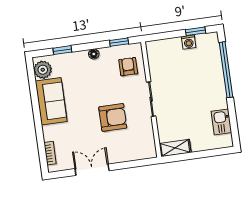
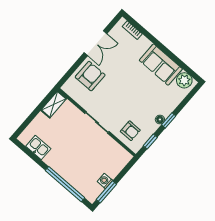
window: (196, 31) -> (106, 192), width x1.50
window: (62, 50) -> (169, 120), moved
armchair: (113, 117) -> (90, 76), moved, turned 180

